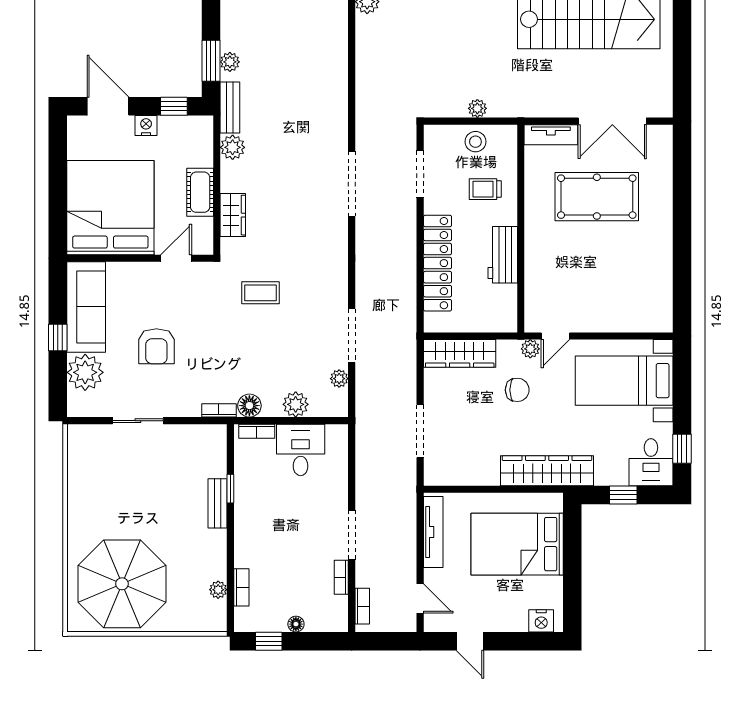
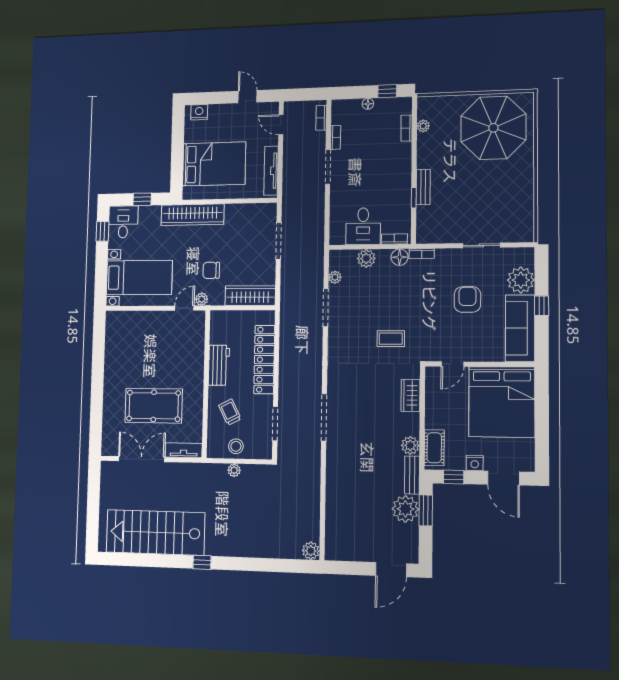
plant: (230, 62) -> (405, 509), width x1.88, depth x1.88
trolley: (485, 189) -> (230, 412), turned -117
cot: (200, 192) -> (434, 448), moved

